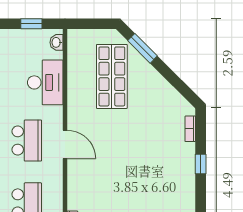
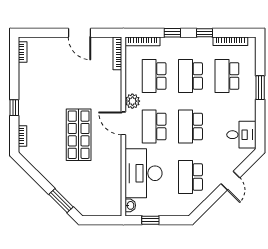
shop shelf: (112, 76) -> (79, 135), moved
desk: (45, 82) -> (144, 173), width x1.36, depth x1.30
plant: (54, 172) -> (132, 101), added

